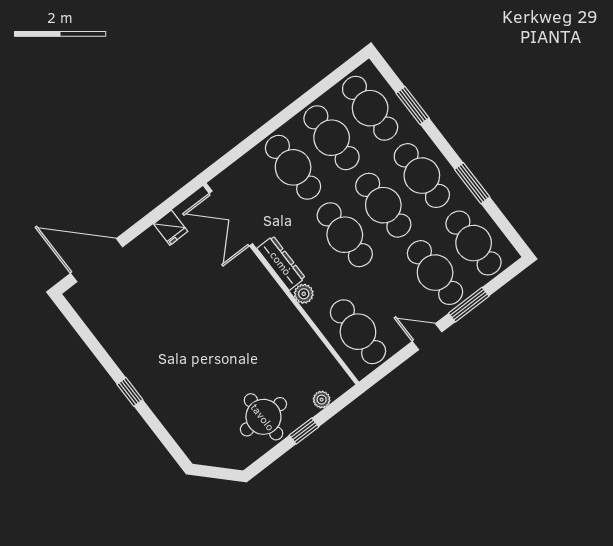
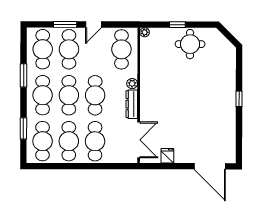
door: (427, 337) -> (93, 24), hinge flipped
plant: (322, 400) -> (145, 32), moved

